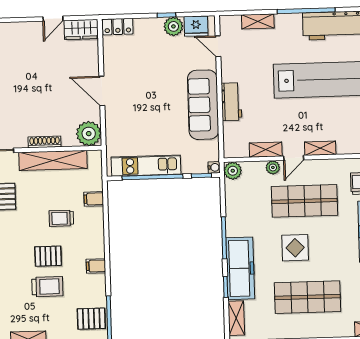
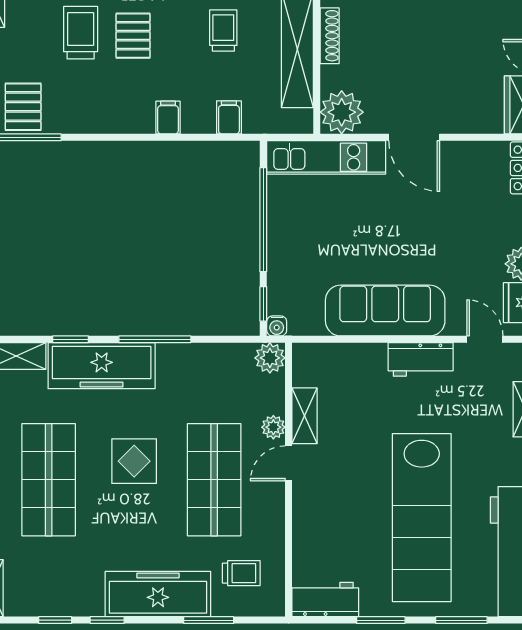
door: (218, 46) -> (485, 339), hinge flipped
door: (102, 91) -> (414, 137), swing flipped
workbench: (231, 102) -> (421, 359), moved
shelving: (320, 148) -> (304, 510), removed
door: (294, 158) -> (289, 463), hinge flipped
kitchen unit: (146, 166) -> (326, 157), moved, turned 90
trolley: (61, 218) -> (223, 31), moved
filing cabinet: (96, 266) -> (168, 117), moved
trolley: (47, 287) -> (81, 33), turned 180

